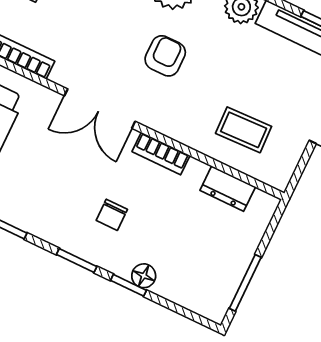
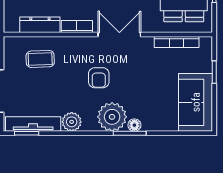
dresser: (228, 189) -> (40, 25), width x1.44

